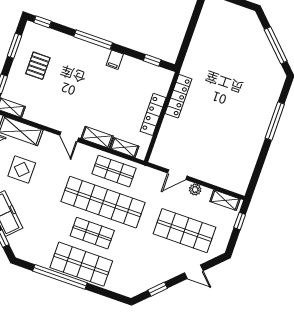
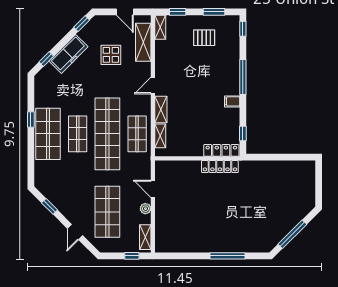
locker: (153, 114) -> (221, 150), moved
window: (60, 277) -> (31, 119), width x0.32

